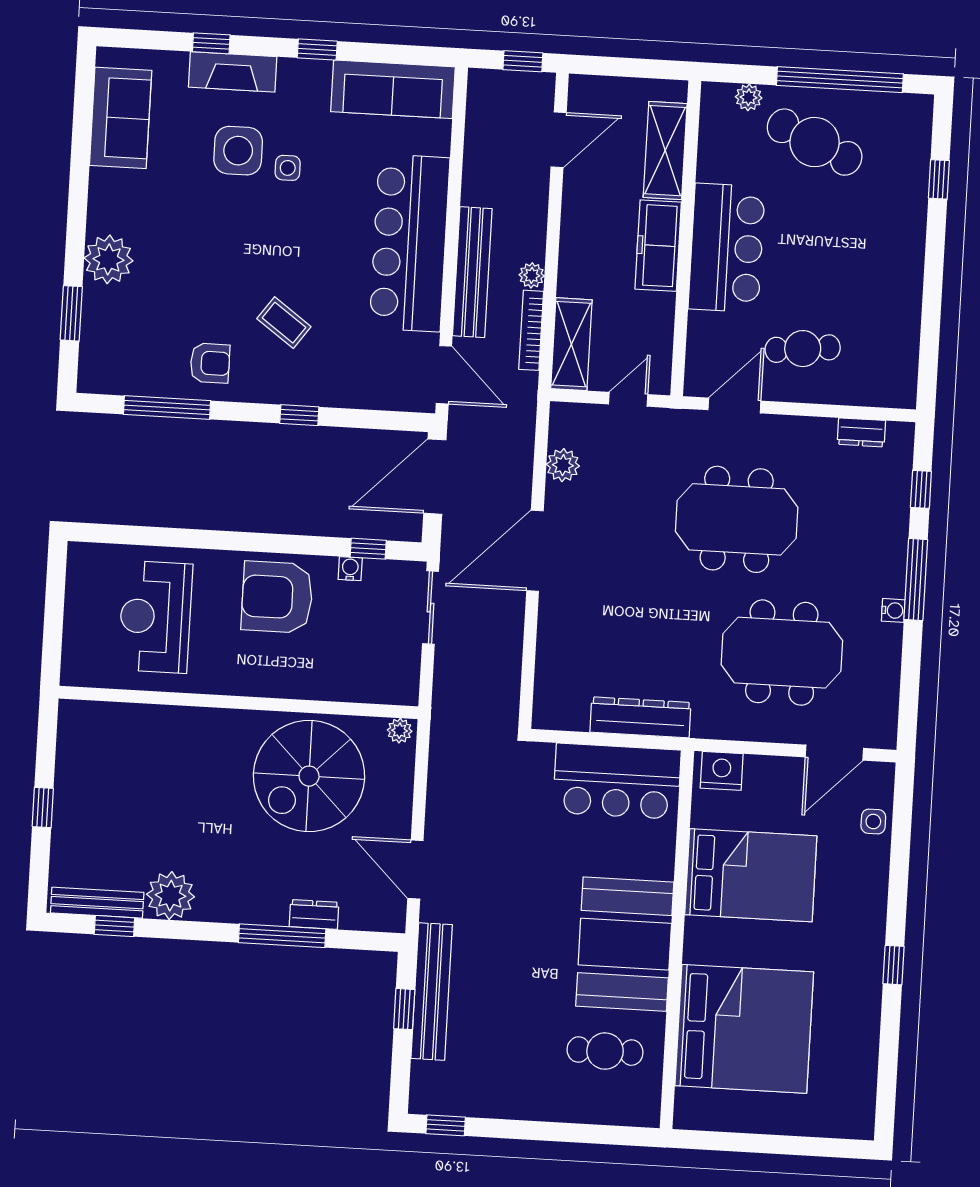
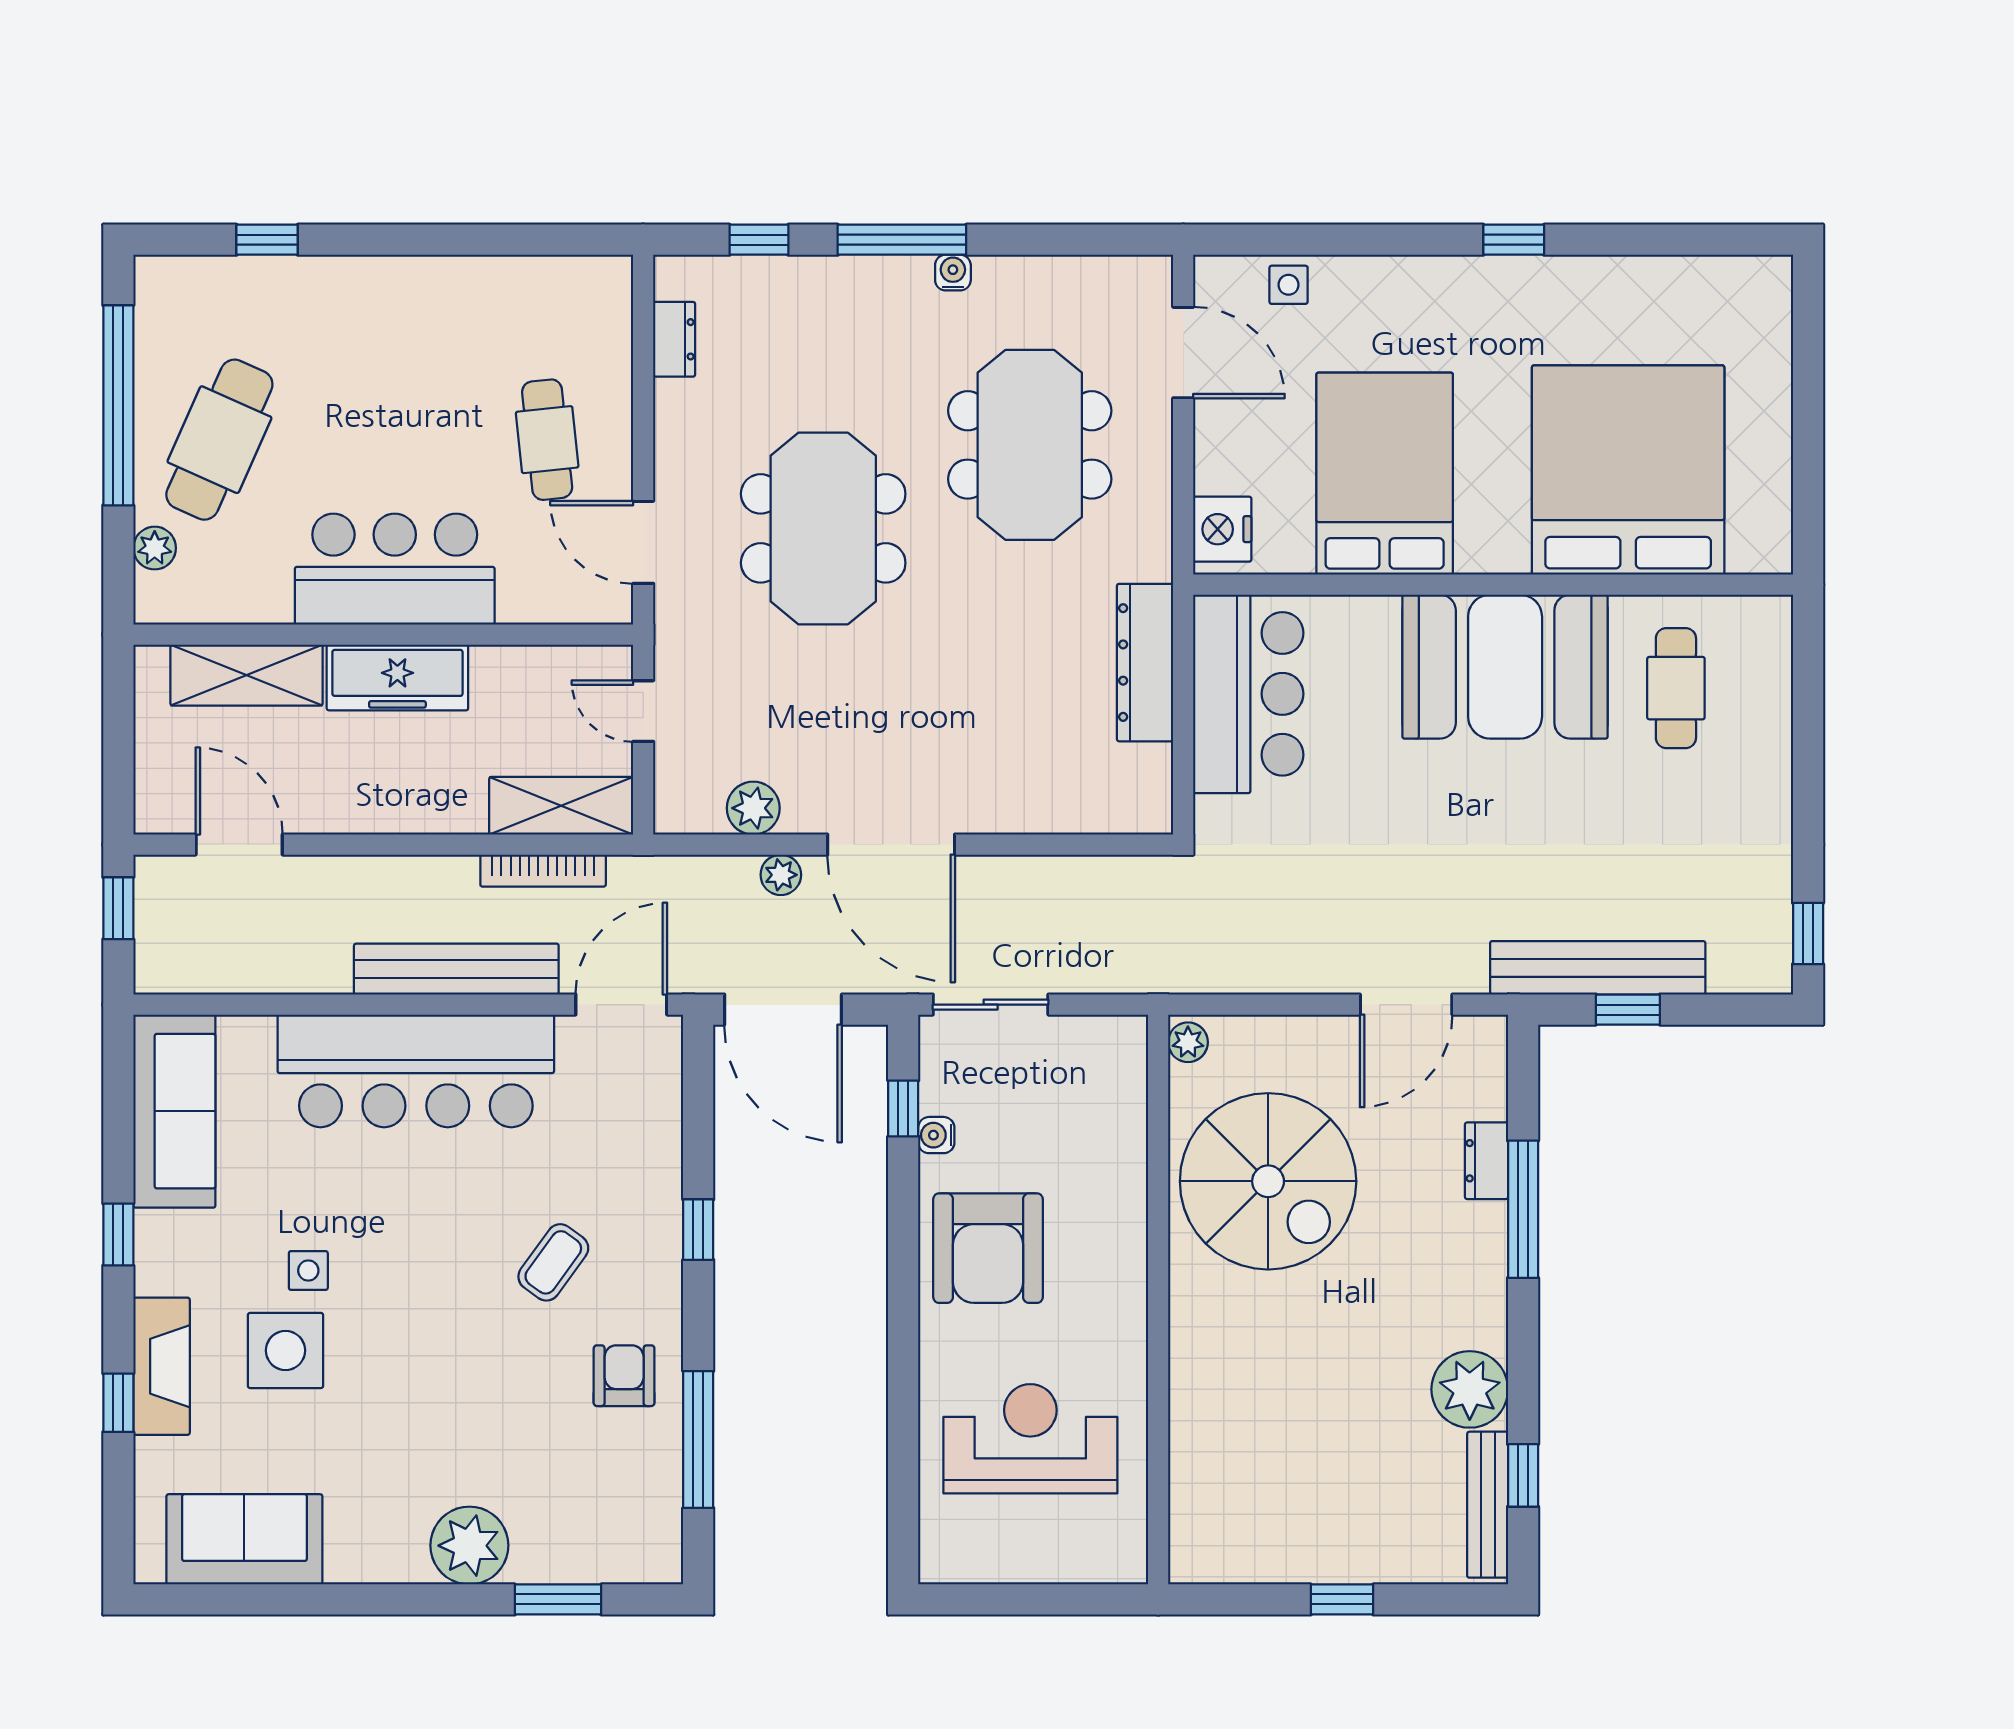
plant: (532, 275) -> (781, 875), moved
reception desk: (155, 617) -> (1030, 1439), turned 180

